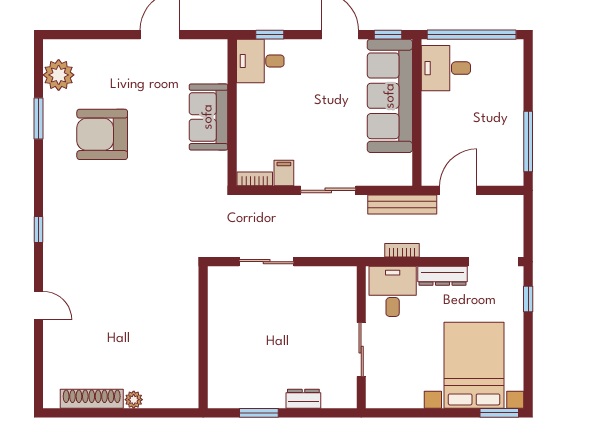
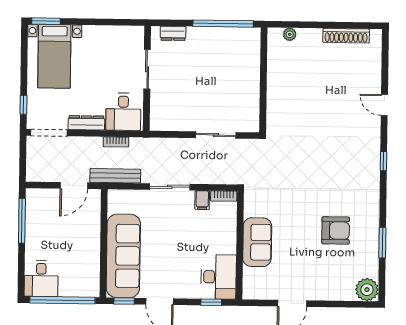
desk: (260, 61) -> (219, 277), width x1.37
desk: (446, 68) -> (41, 279), moved, turned 90
plant: (59, 75) -> (367, 290), moved
armchair: (102, 134) -> (336, 230), width x0.73, depth x0.73
bed with nightstands: (474, 365) -> (54, 56), width x0.73
dresser: (303, 399) -> (173, 33), moved
plant: (134, 400) -> (290, 34), moved
window: (259, 413) -> (223, 24), width x2.11

